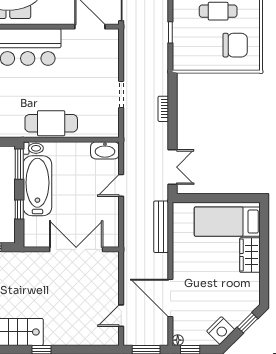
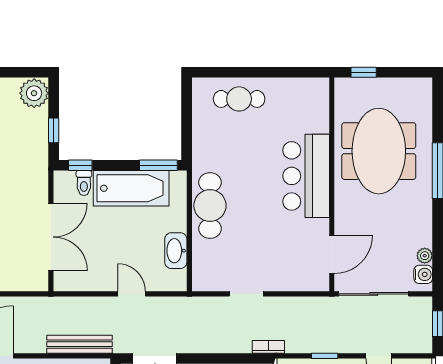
bookcase: (163, 109) -> (268, 347), moved
toilet: (33, 148) -> (84, 183), moved
washbasin: (105, 150) -> (176, 251), moved
window: (19, 209) -> (80, 165), moved

